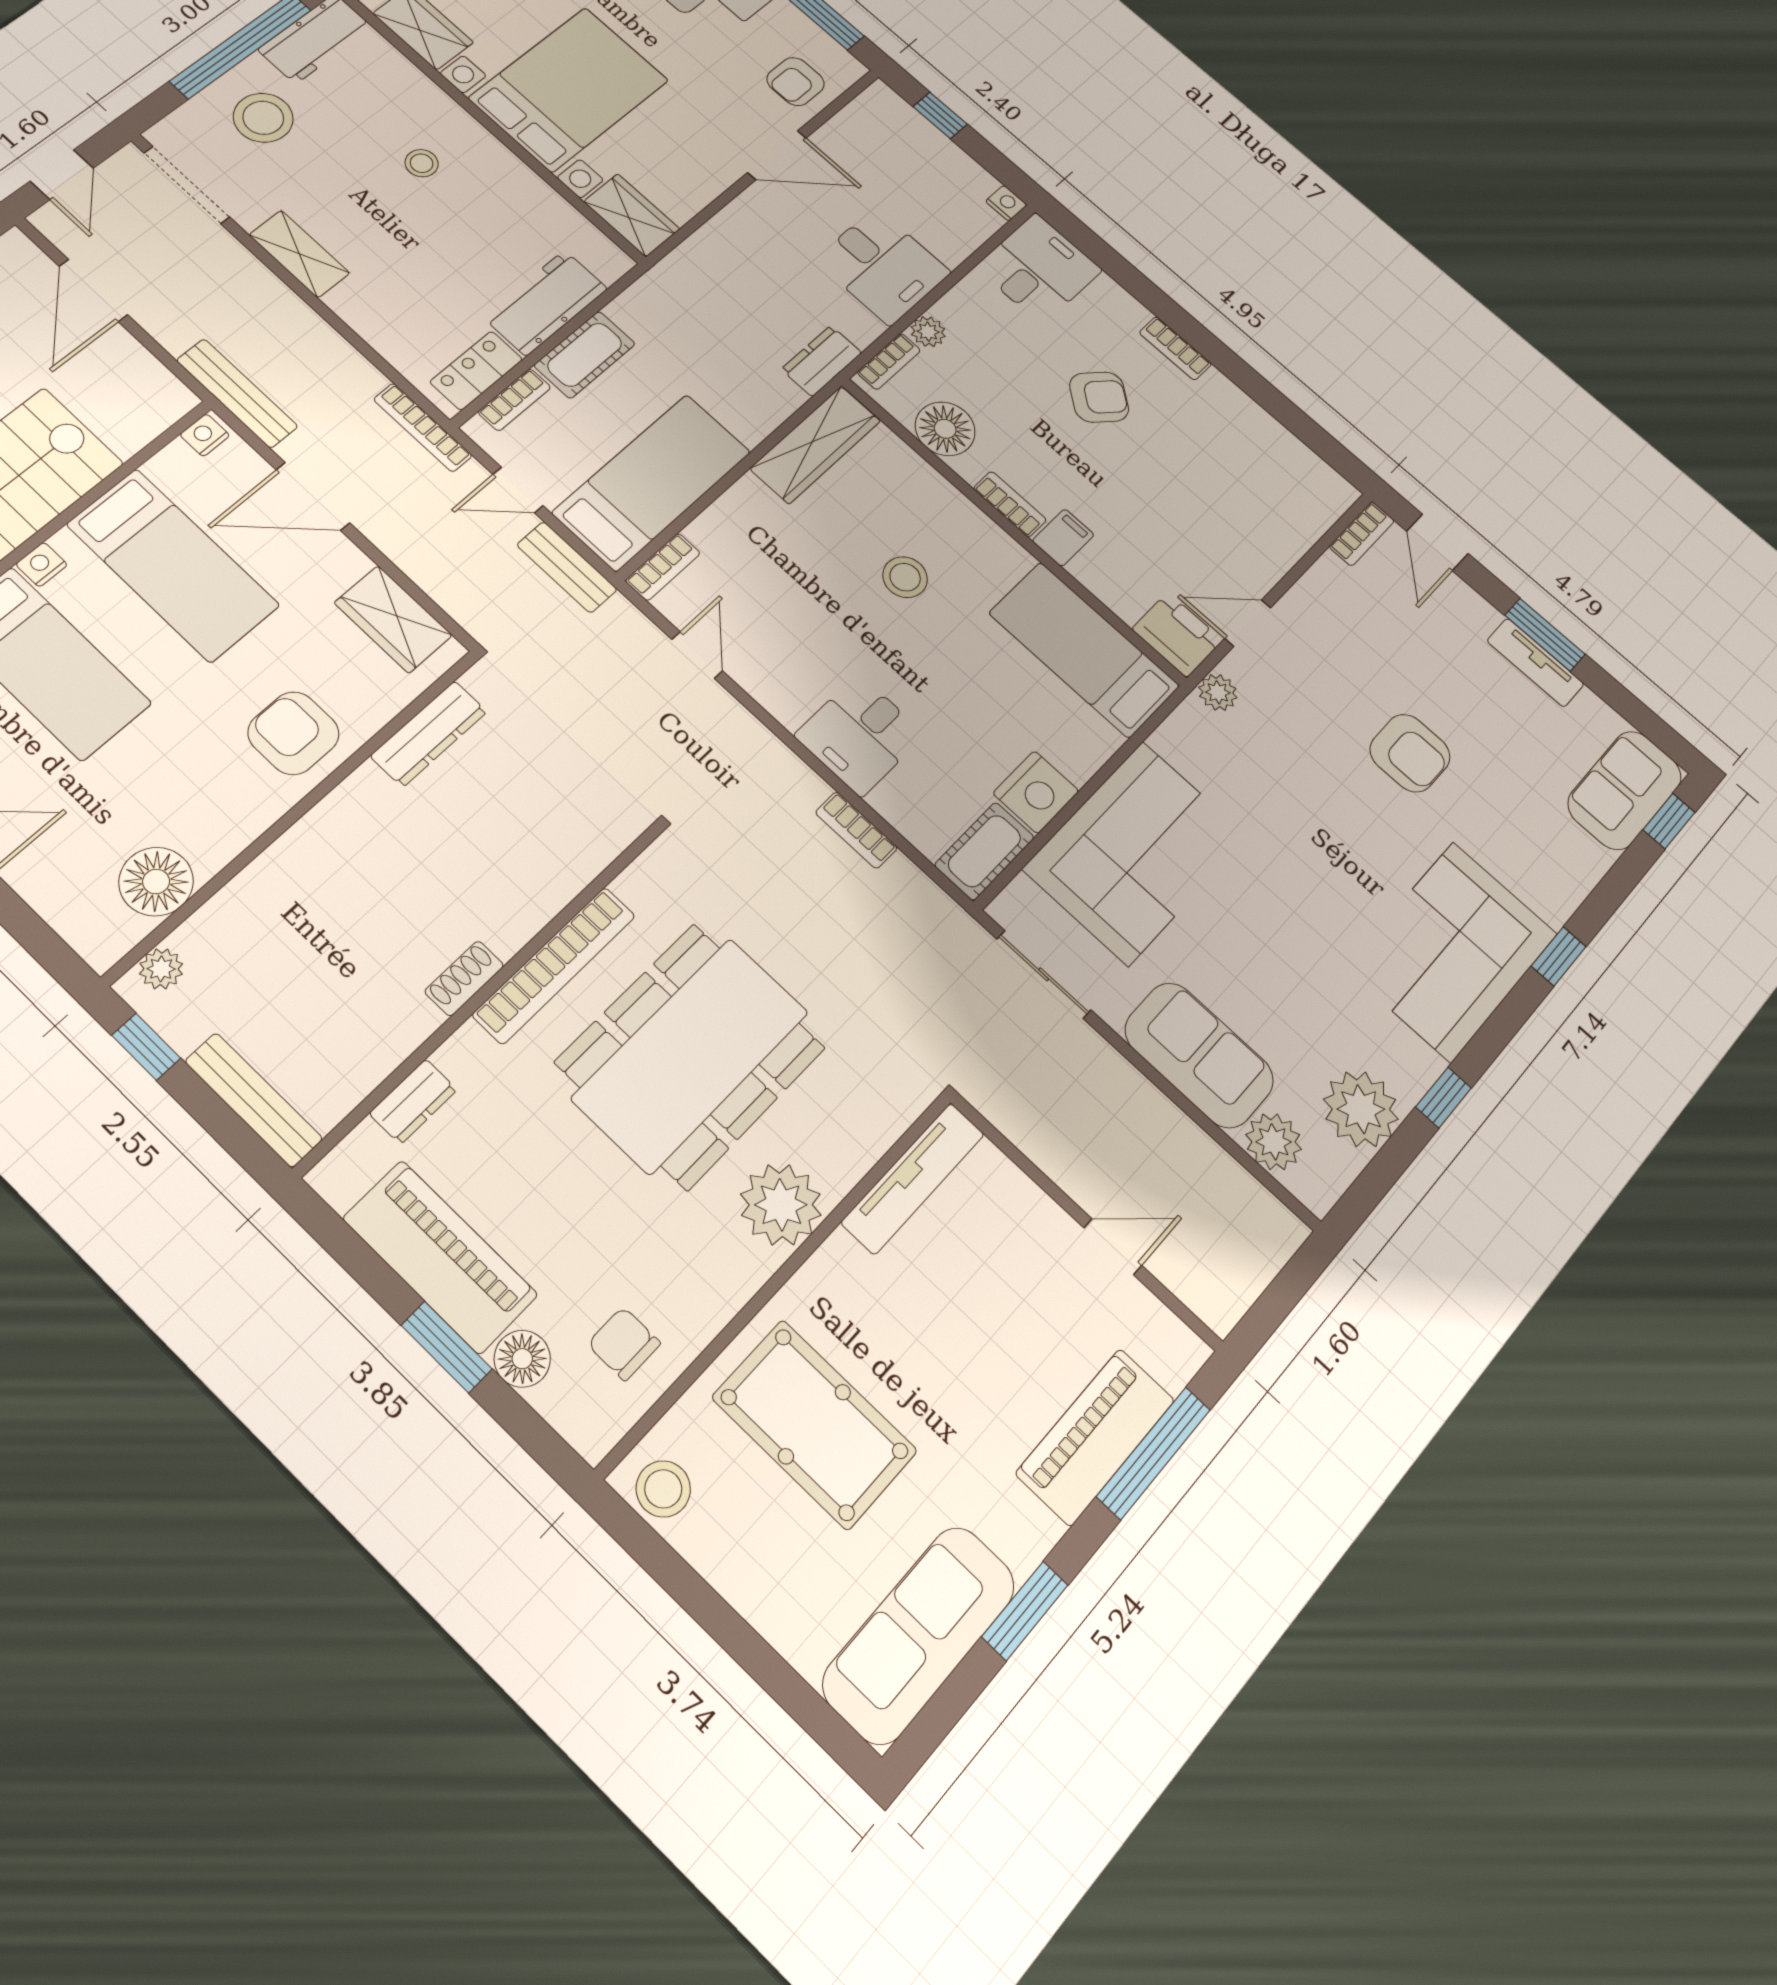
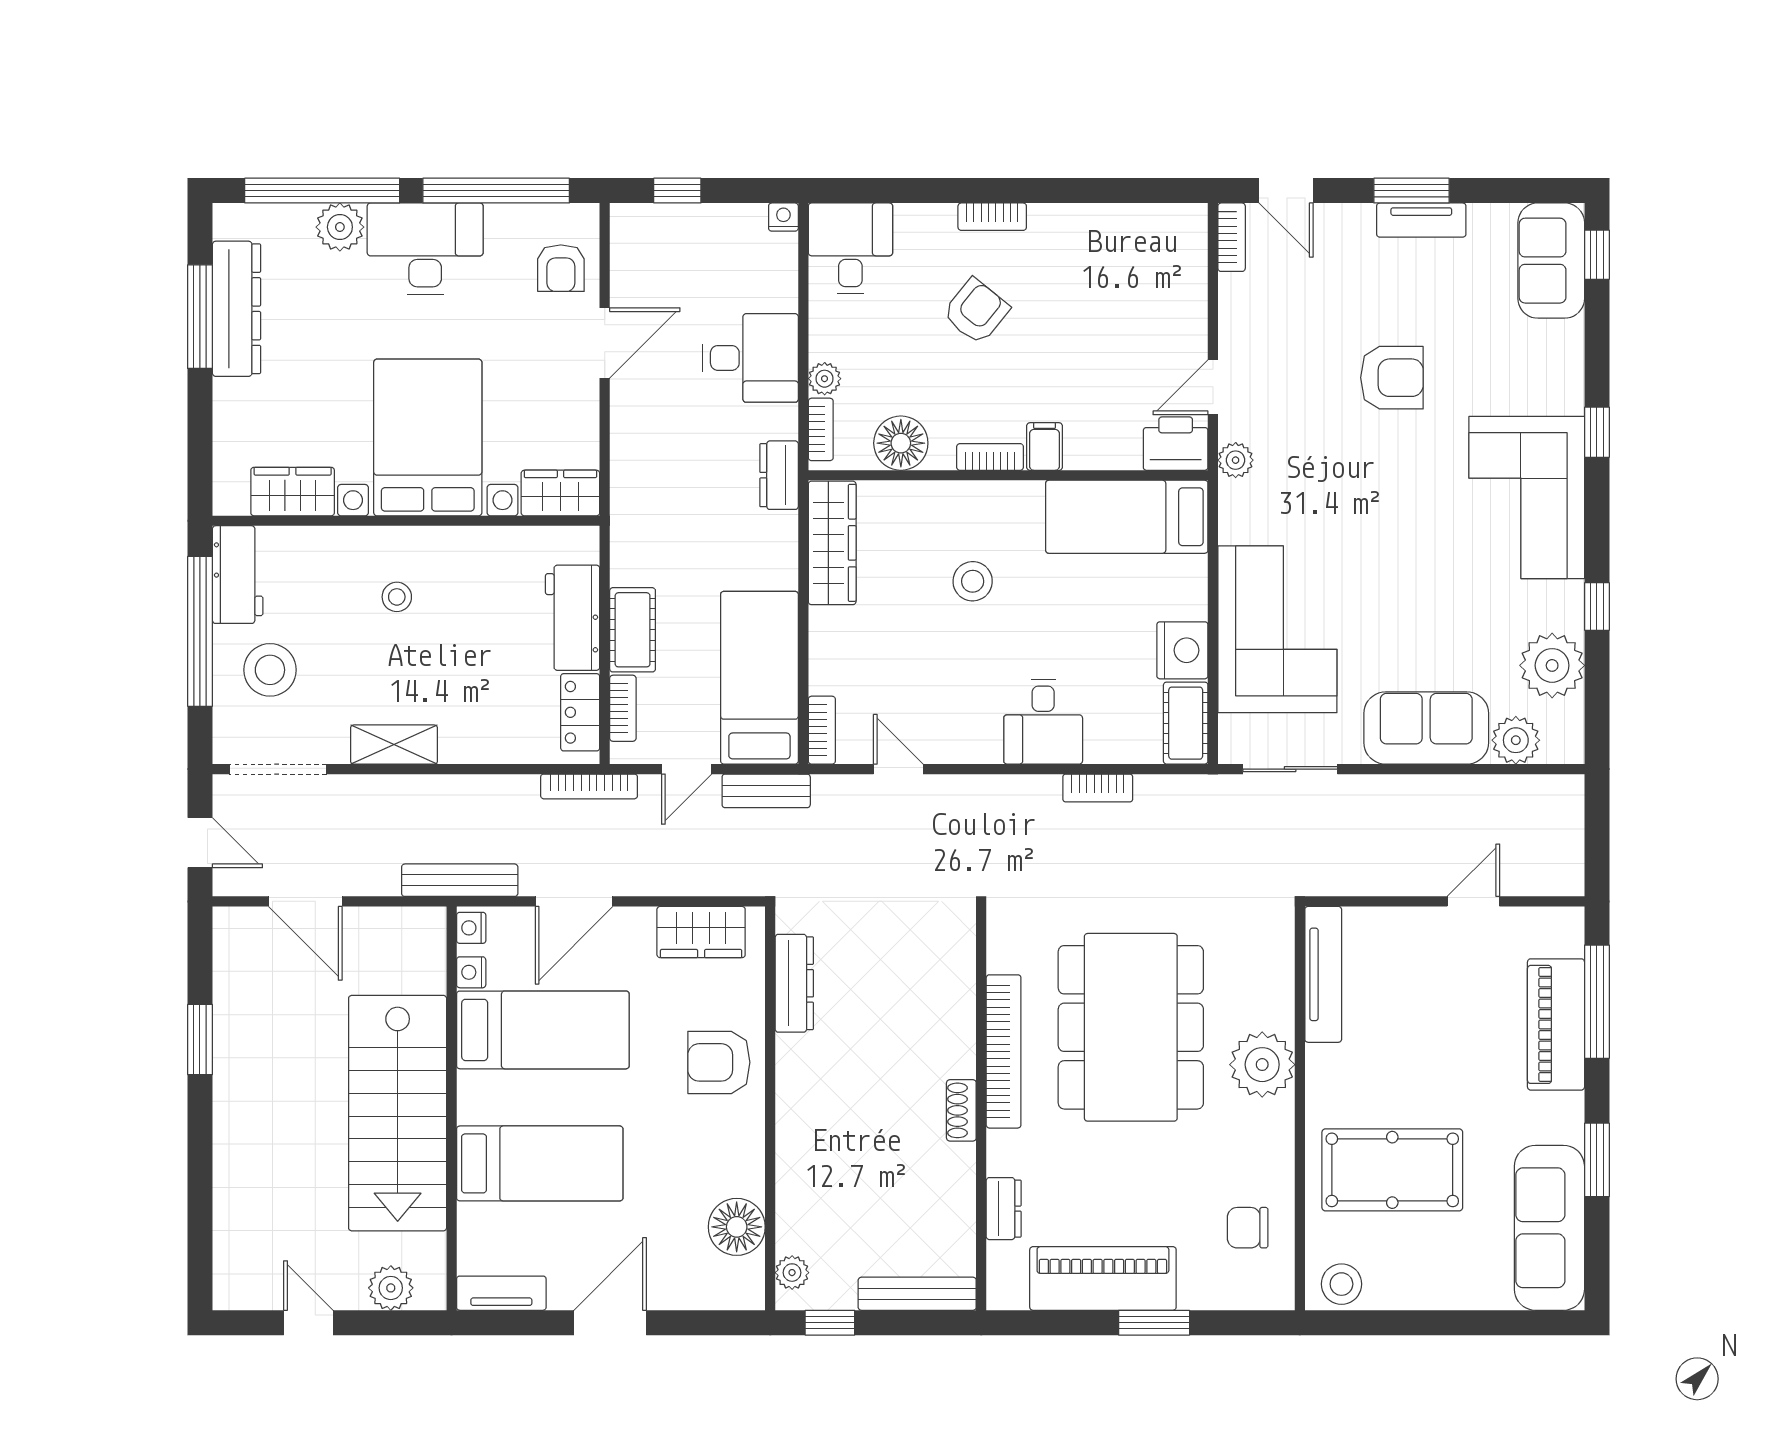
nightstand: (42, 565) -> (471, 972), moved
floor lamp: (522, 1359) -> (1200, 1289), removed

